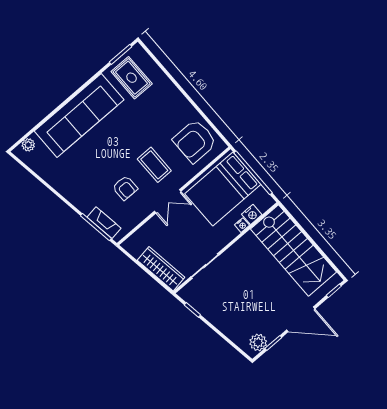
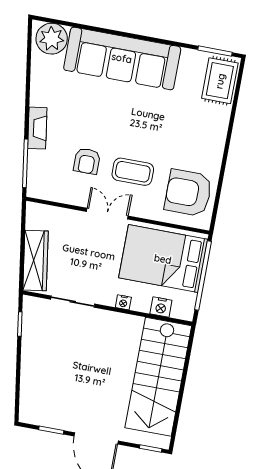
rug: (132, 78) -> (220, 81), moved
plant: (28, 145) -> (52, 39), width x1.88, depth x1.88
coffee table: (154, 165) -> (133, 172), turned 90
double door: (168, 201) -> (107, 214), swing flipped
fireplace: (104, 223) -> (37, 128), moved
nightstand: (242, 225) -> (123, 302), moved
plant: (258, 342) -> (40, 415), removed

